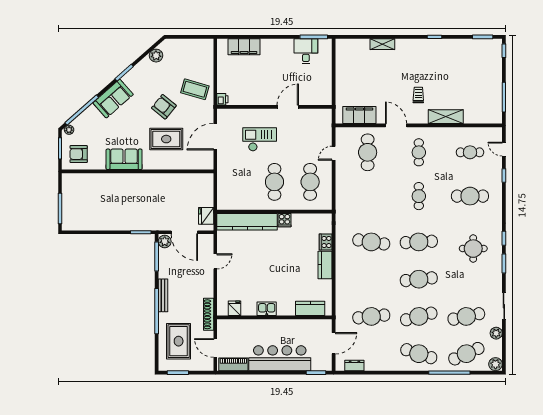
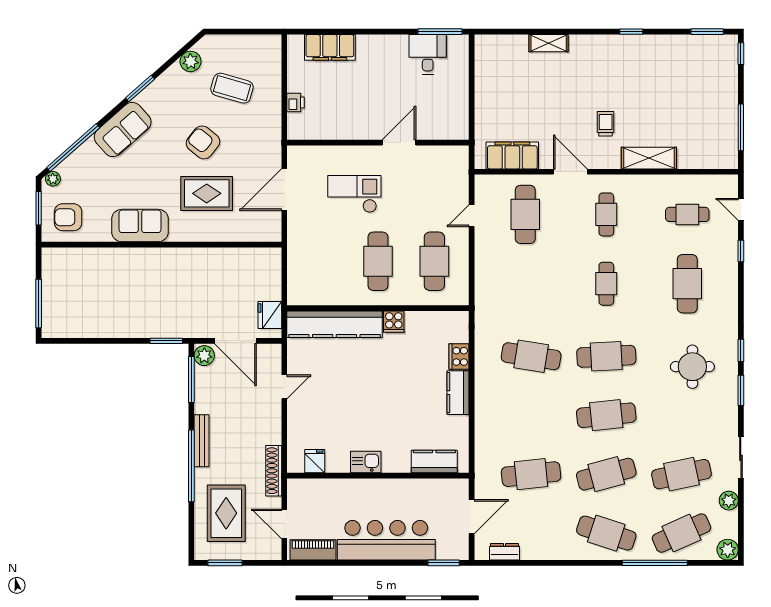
coffee table: (195, 89) -> (232, 88), moved
printer: (222, 99) -> (296, 103), moved
cafe table: (470, 196) -> (687, 284), turned 90

